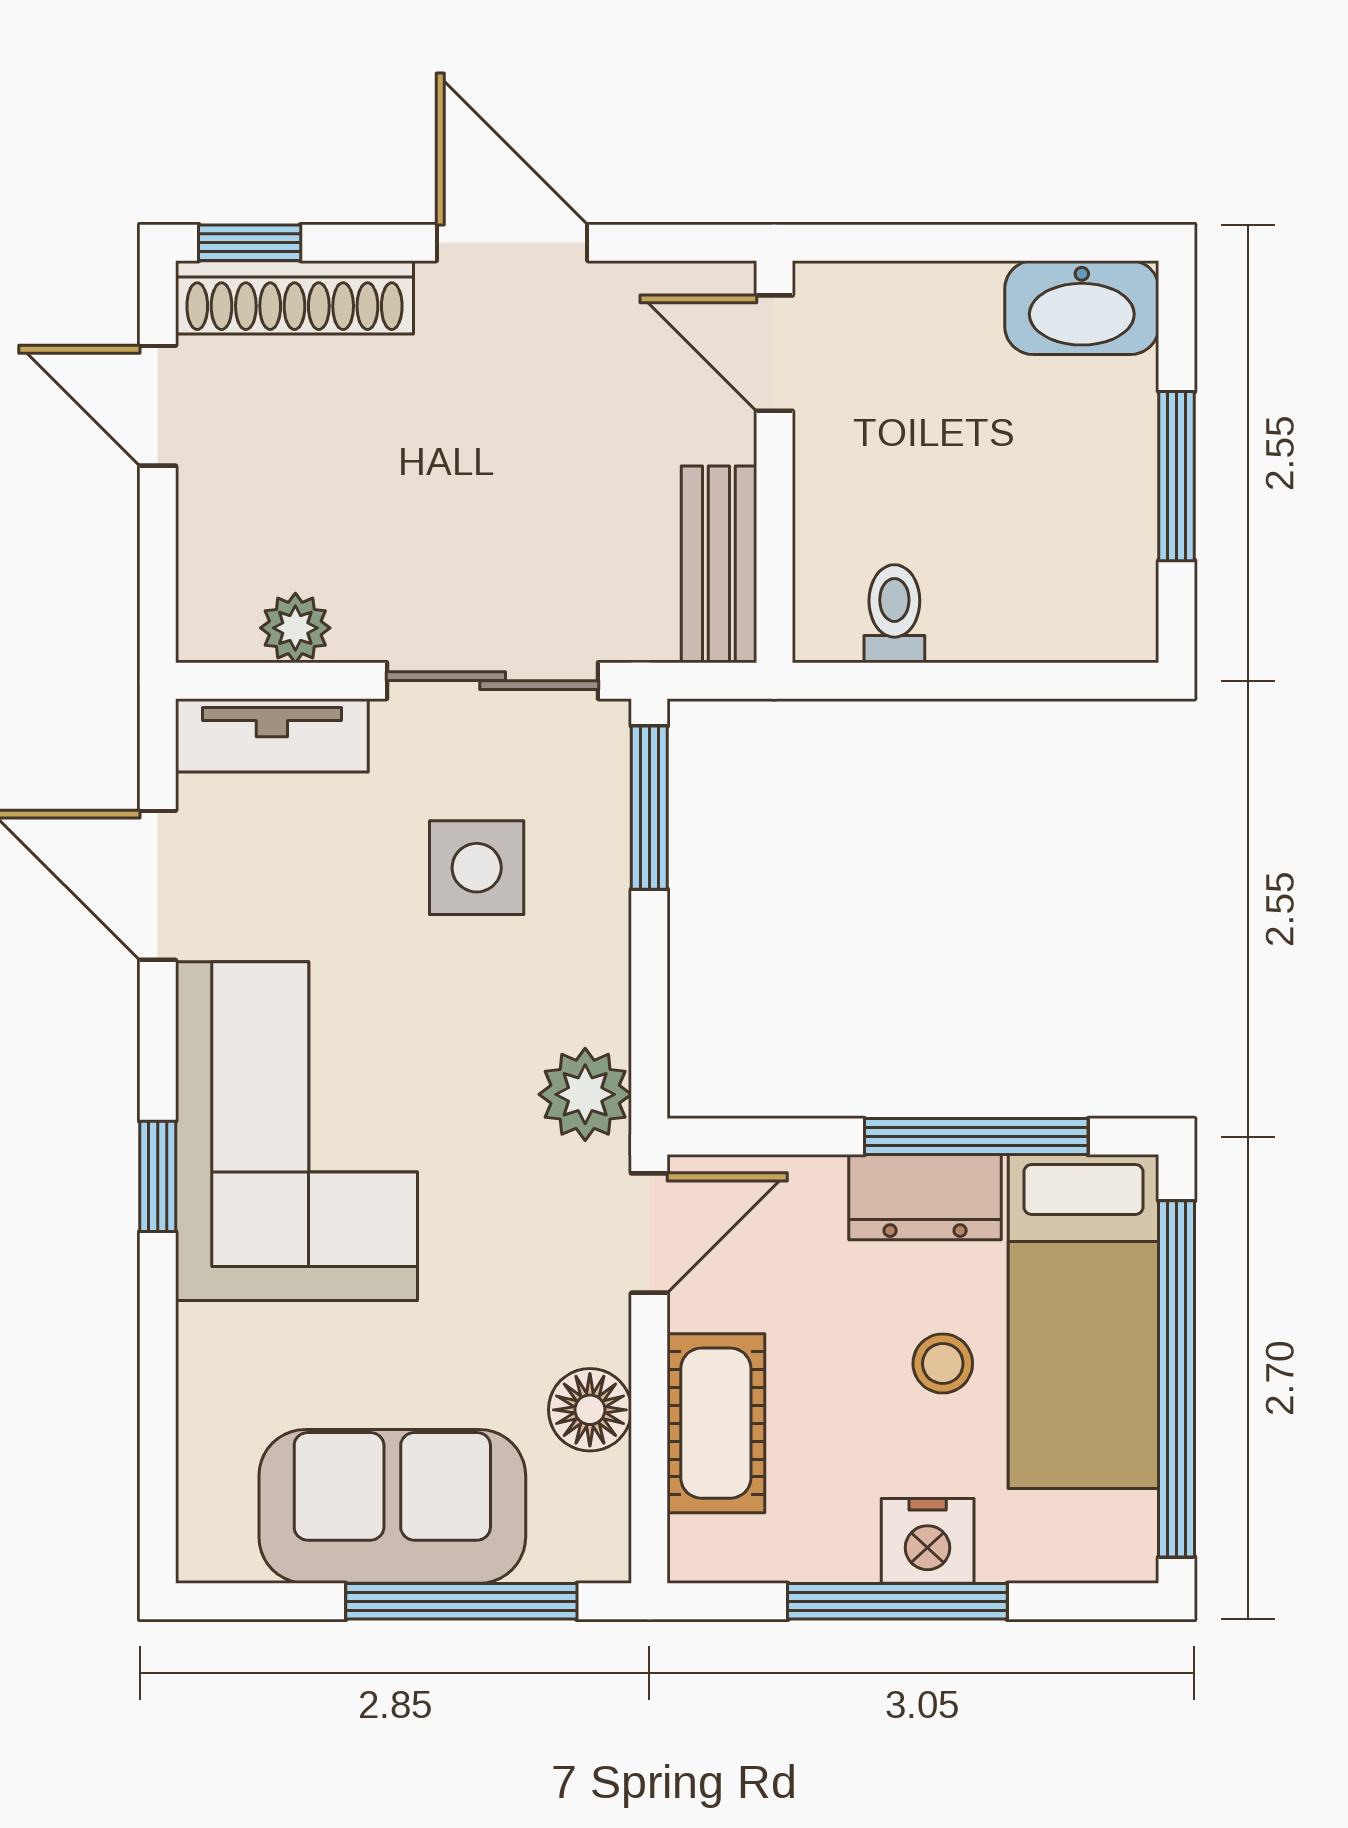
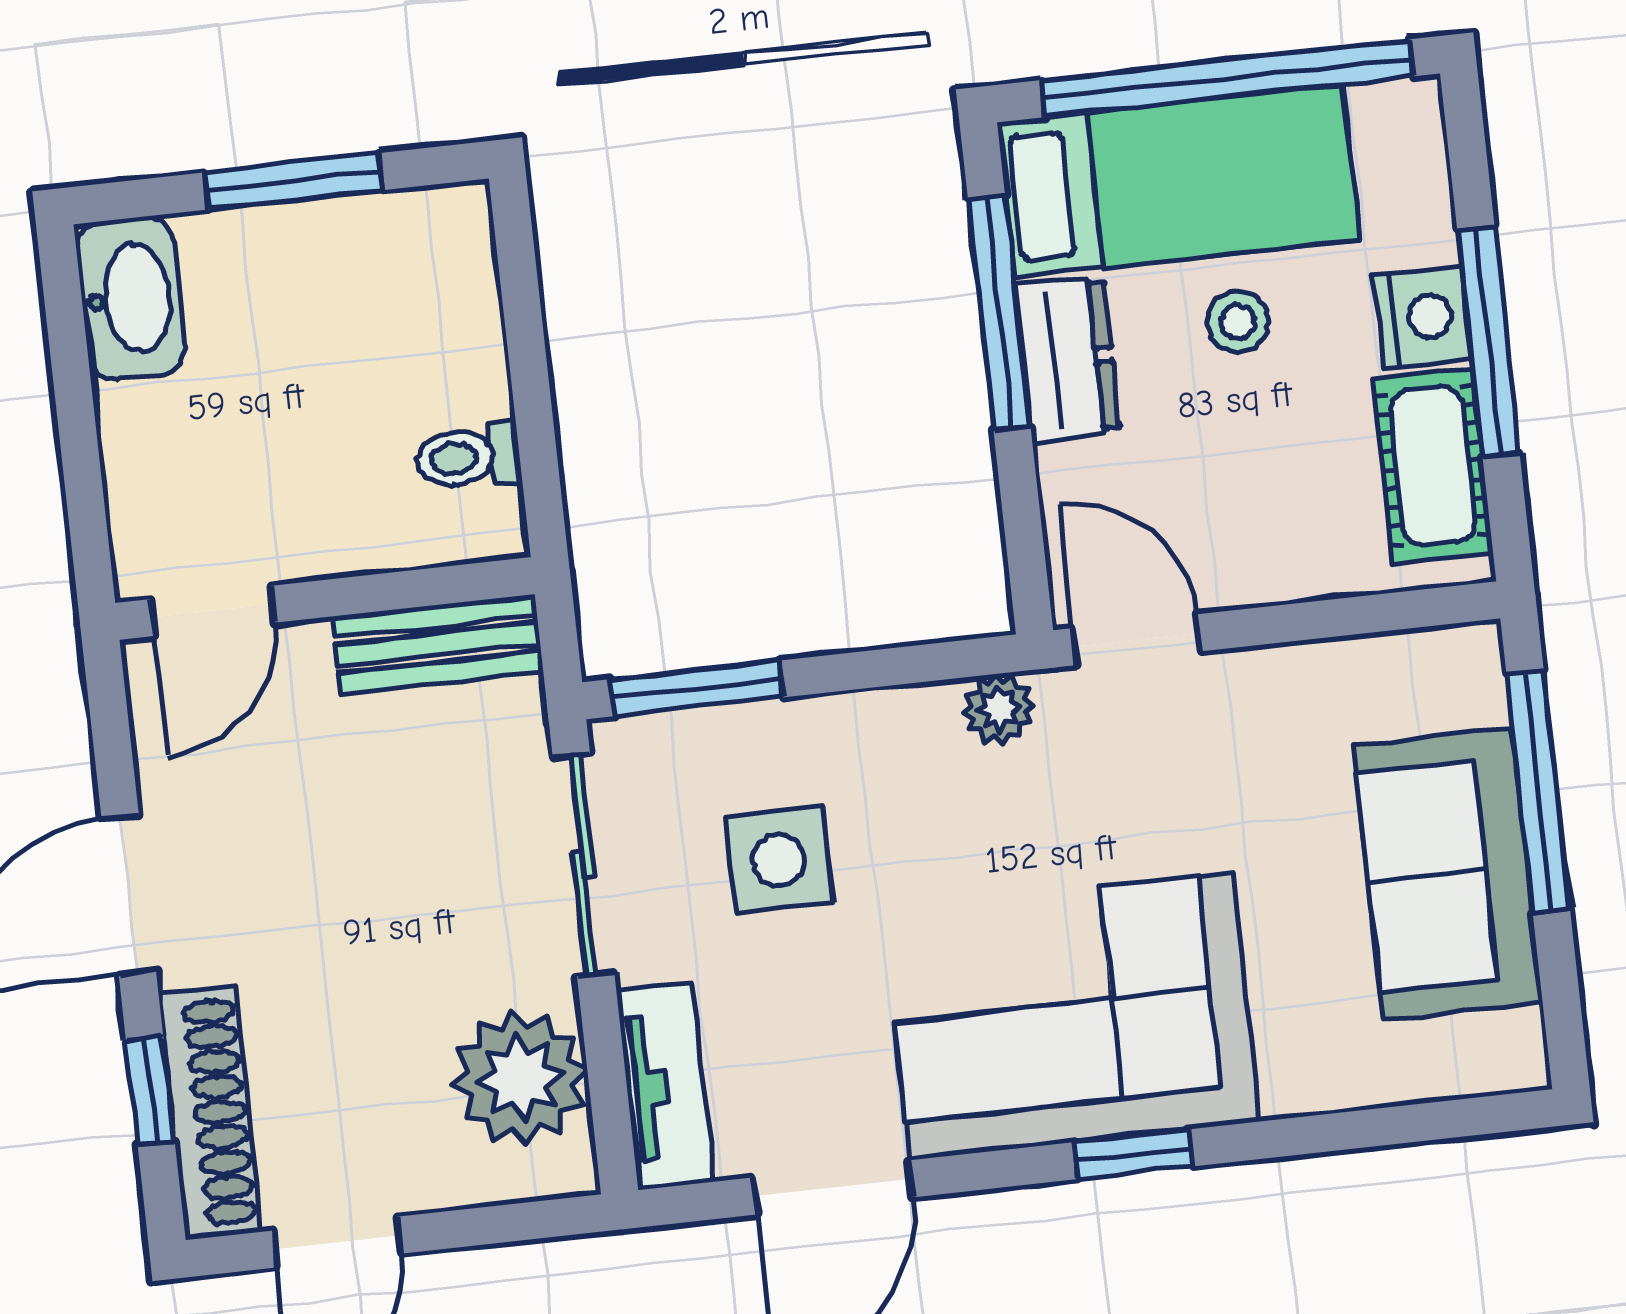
window: (250, 243) -> (150, 1091), moved
plant: (295, 628) -> (520, 1078), width x1.87, depth x1.87
plant: (585, 1094) -> (999, 709), width x0.73, depth x0.73
floor lamp: (590, 1410) -> (1326, 681), removed
cot: (716, 1423) -> (1433, 466), moved, turned 90

